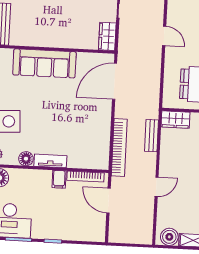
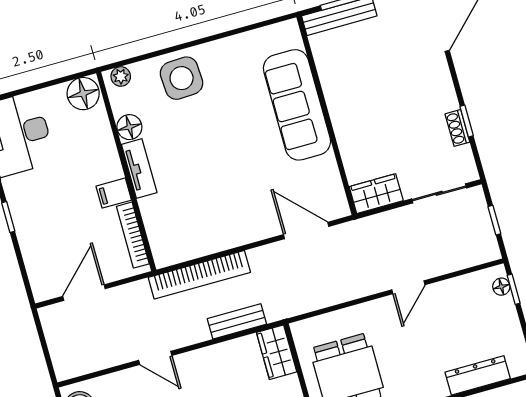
door: (115, 81) -> (306, 230), width x0.73
door: (109, 201) -> (84, 293), moved

